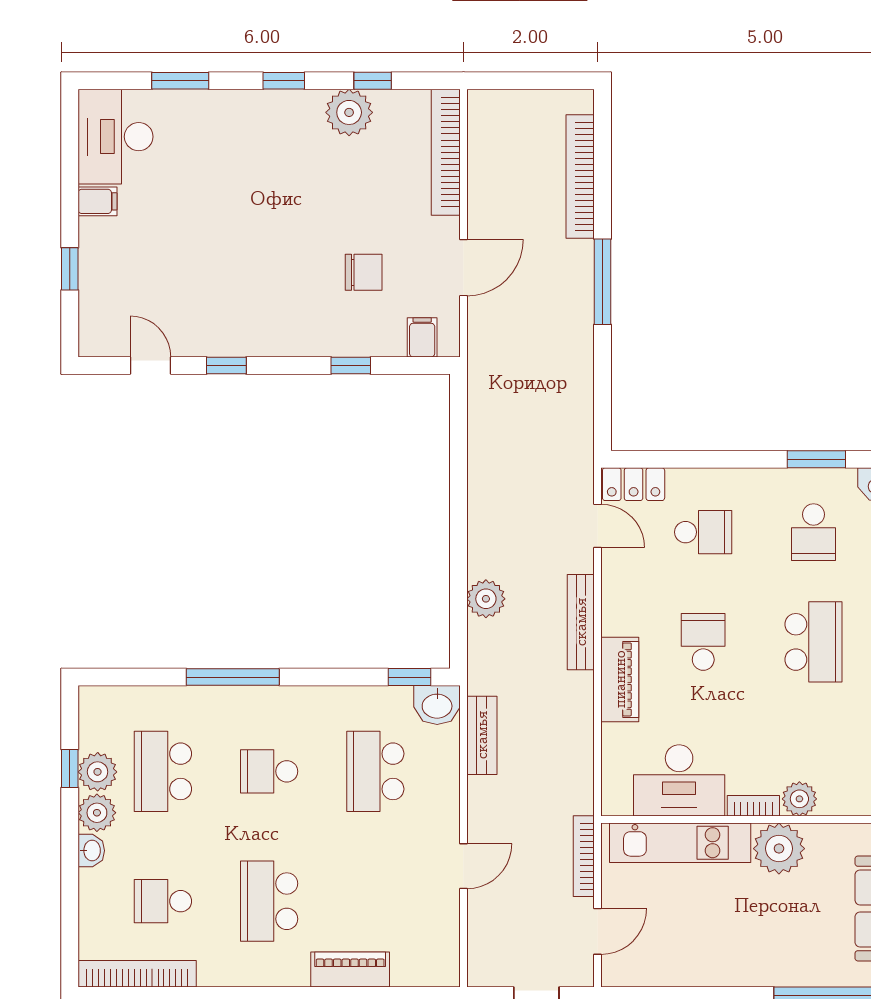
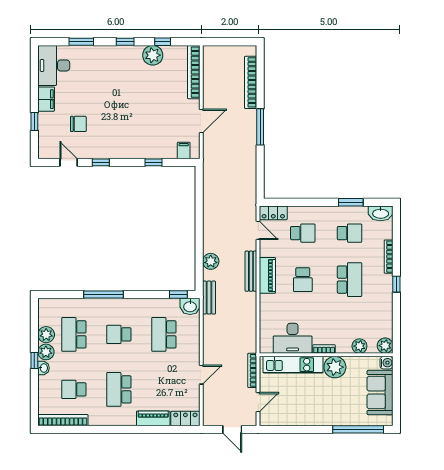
filing cabinet: (97, 201) -> (46, 99), width x2.00
chair: (364, 272) -> (78, 124), moved
school desk: (813, 532) -> (350, 233), turned -90
school desk: (703, 642) -> (303, 280), turned 180
piano: (620, 679) -> (267, 275), moved
bench: (482, 735) -> (209, 298), moved
window: (70, 769) -> (34, 360), moved
plant: (799, 799) -> (359, 346), moved
locker: (426, 970) -> (185, 419), added

